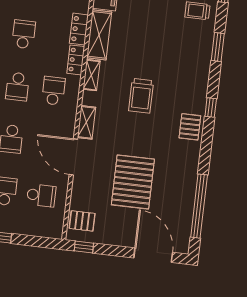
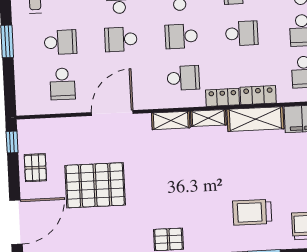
trolley: (141, 96) -> (252, 212), moved
shelving: (86, 122) -> (171, 120), moved
pallet: (82, 221) -> (35, 168), moved

